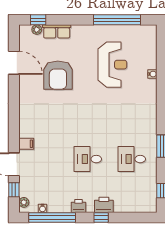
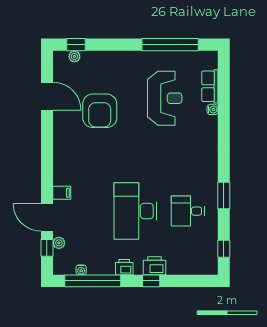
row of seats: (57, 31) -> (210, 86), moved, turned 90
desk: (88, 159) -> (135, 211), width x1.87, depth x1.30
plant: (24, 202) -> (59, 243), moved

